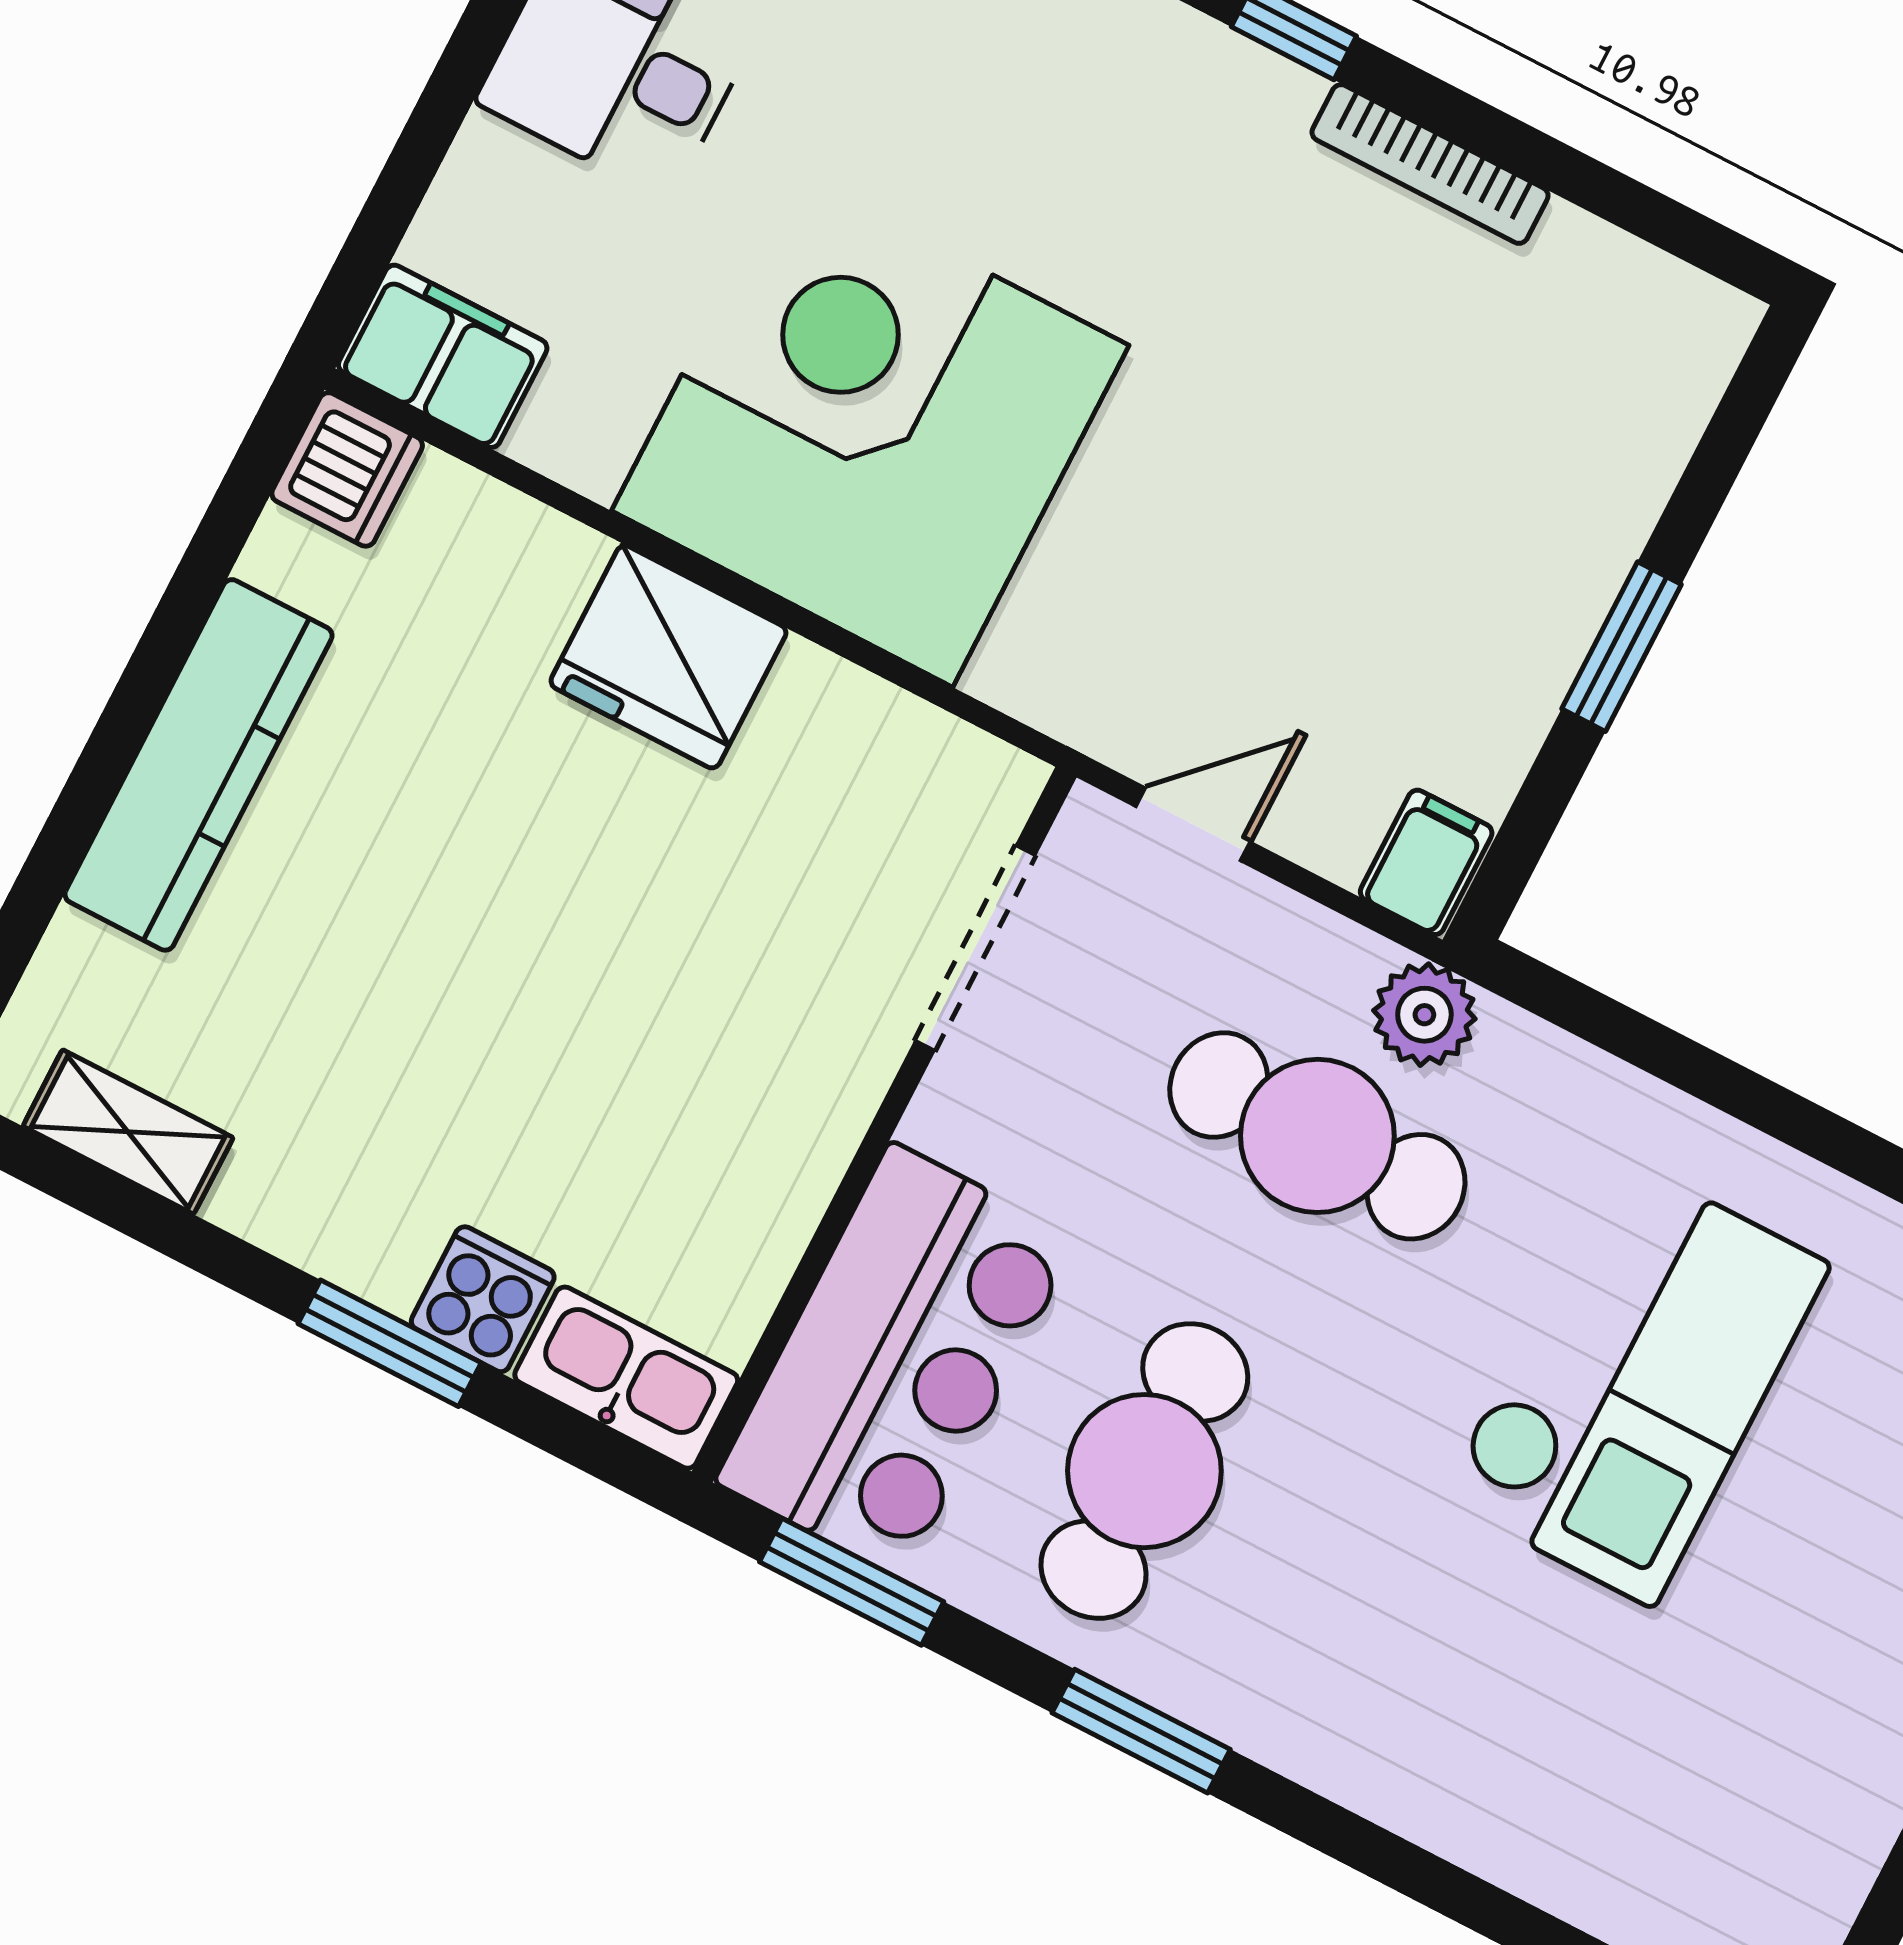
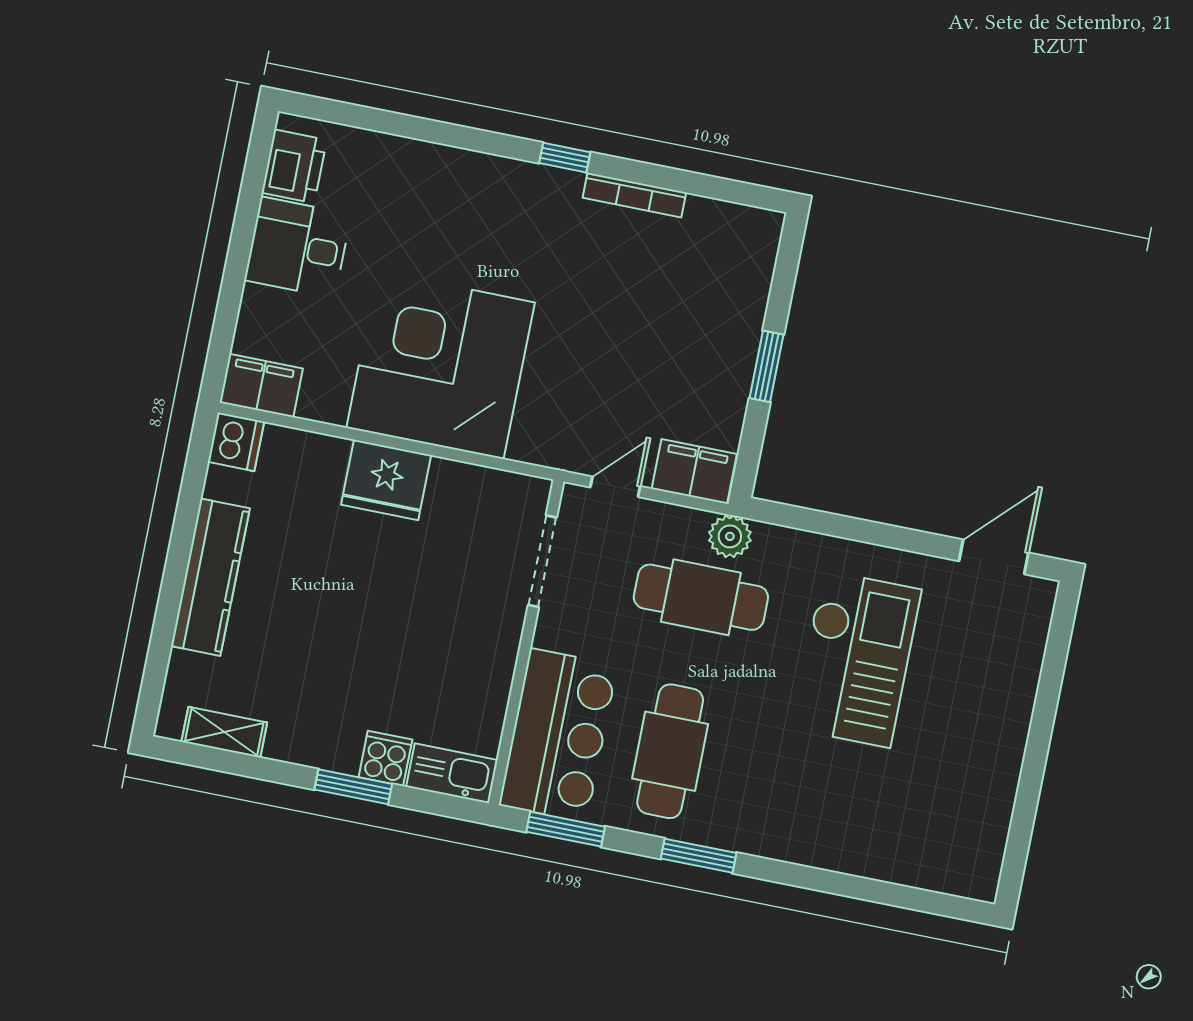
filing cabinet: (1426, 862) -> (694, 471), width x2.00

